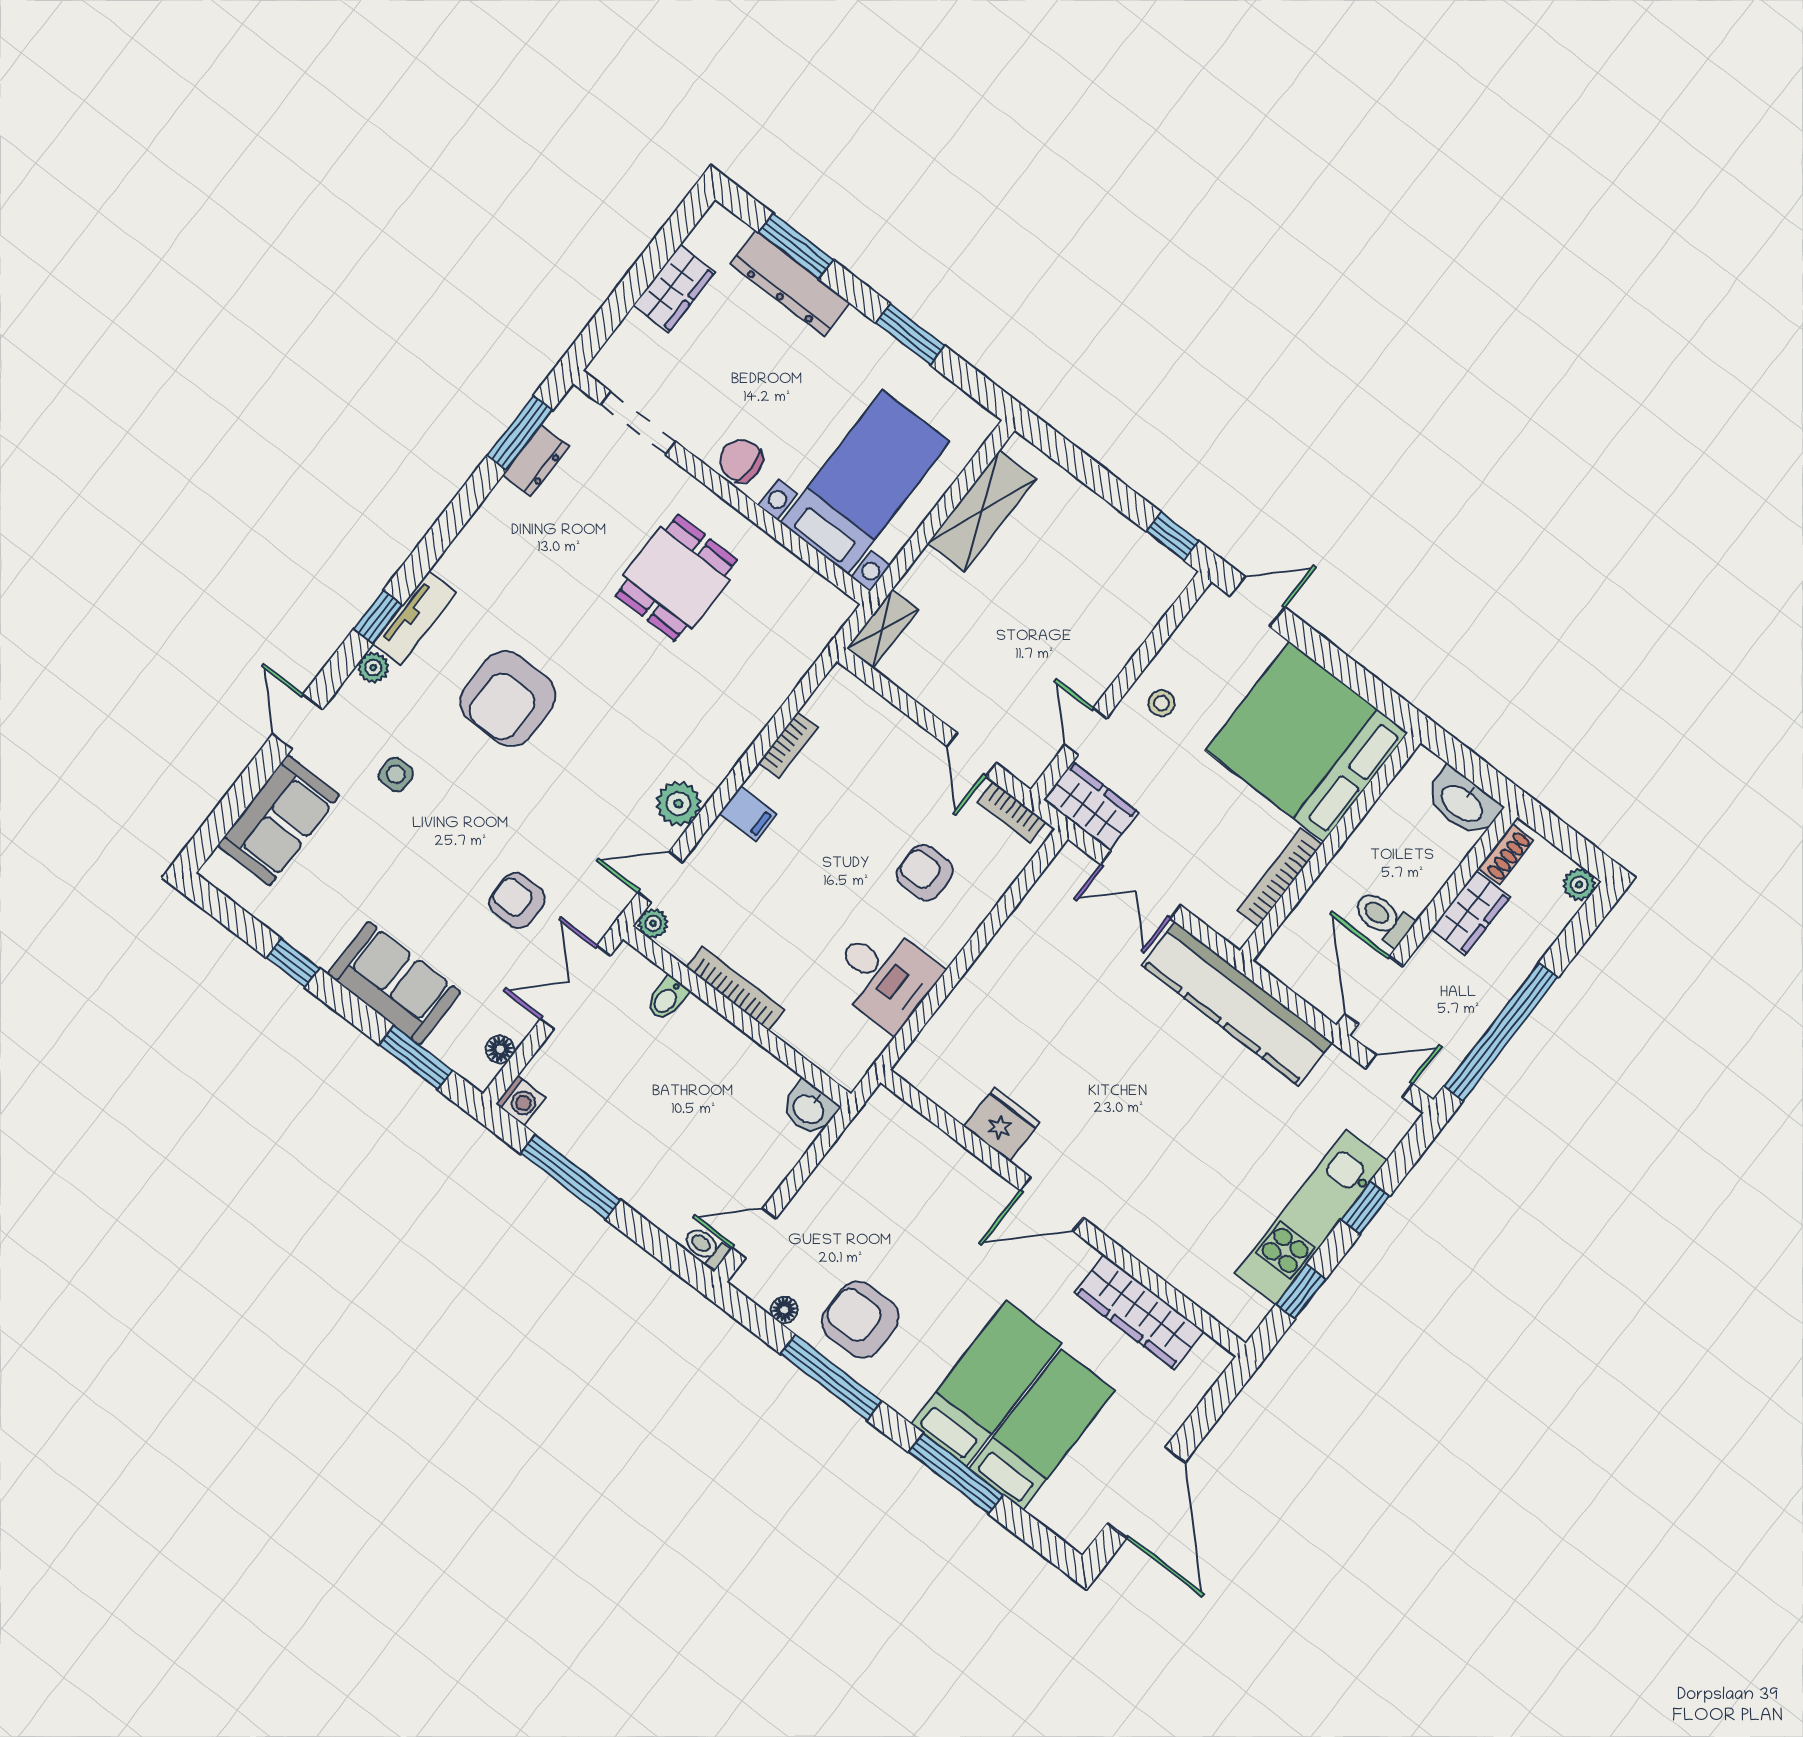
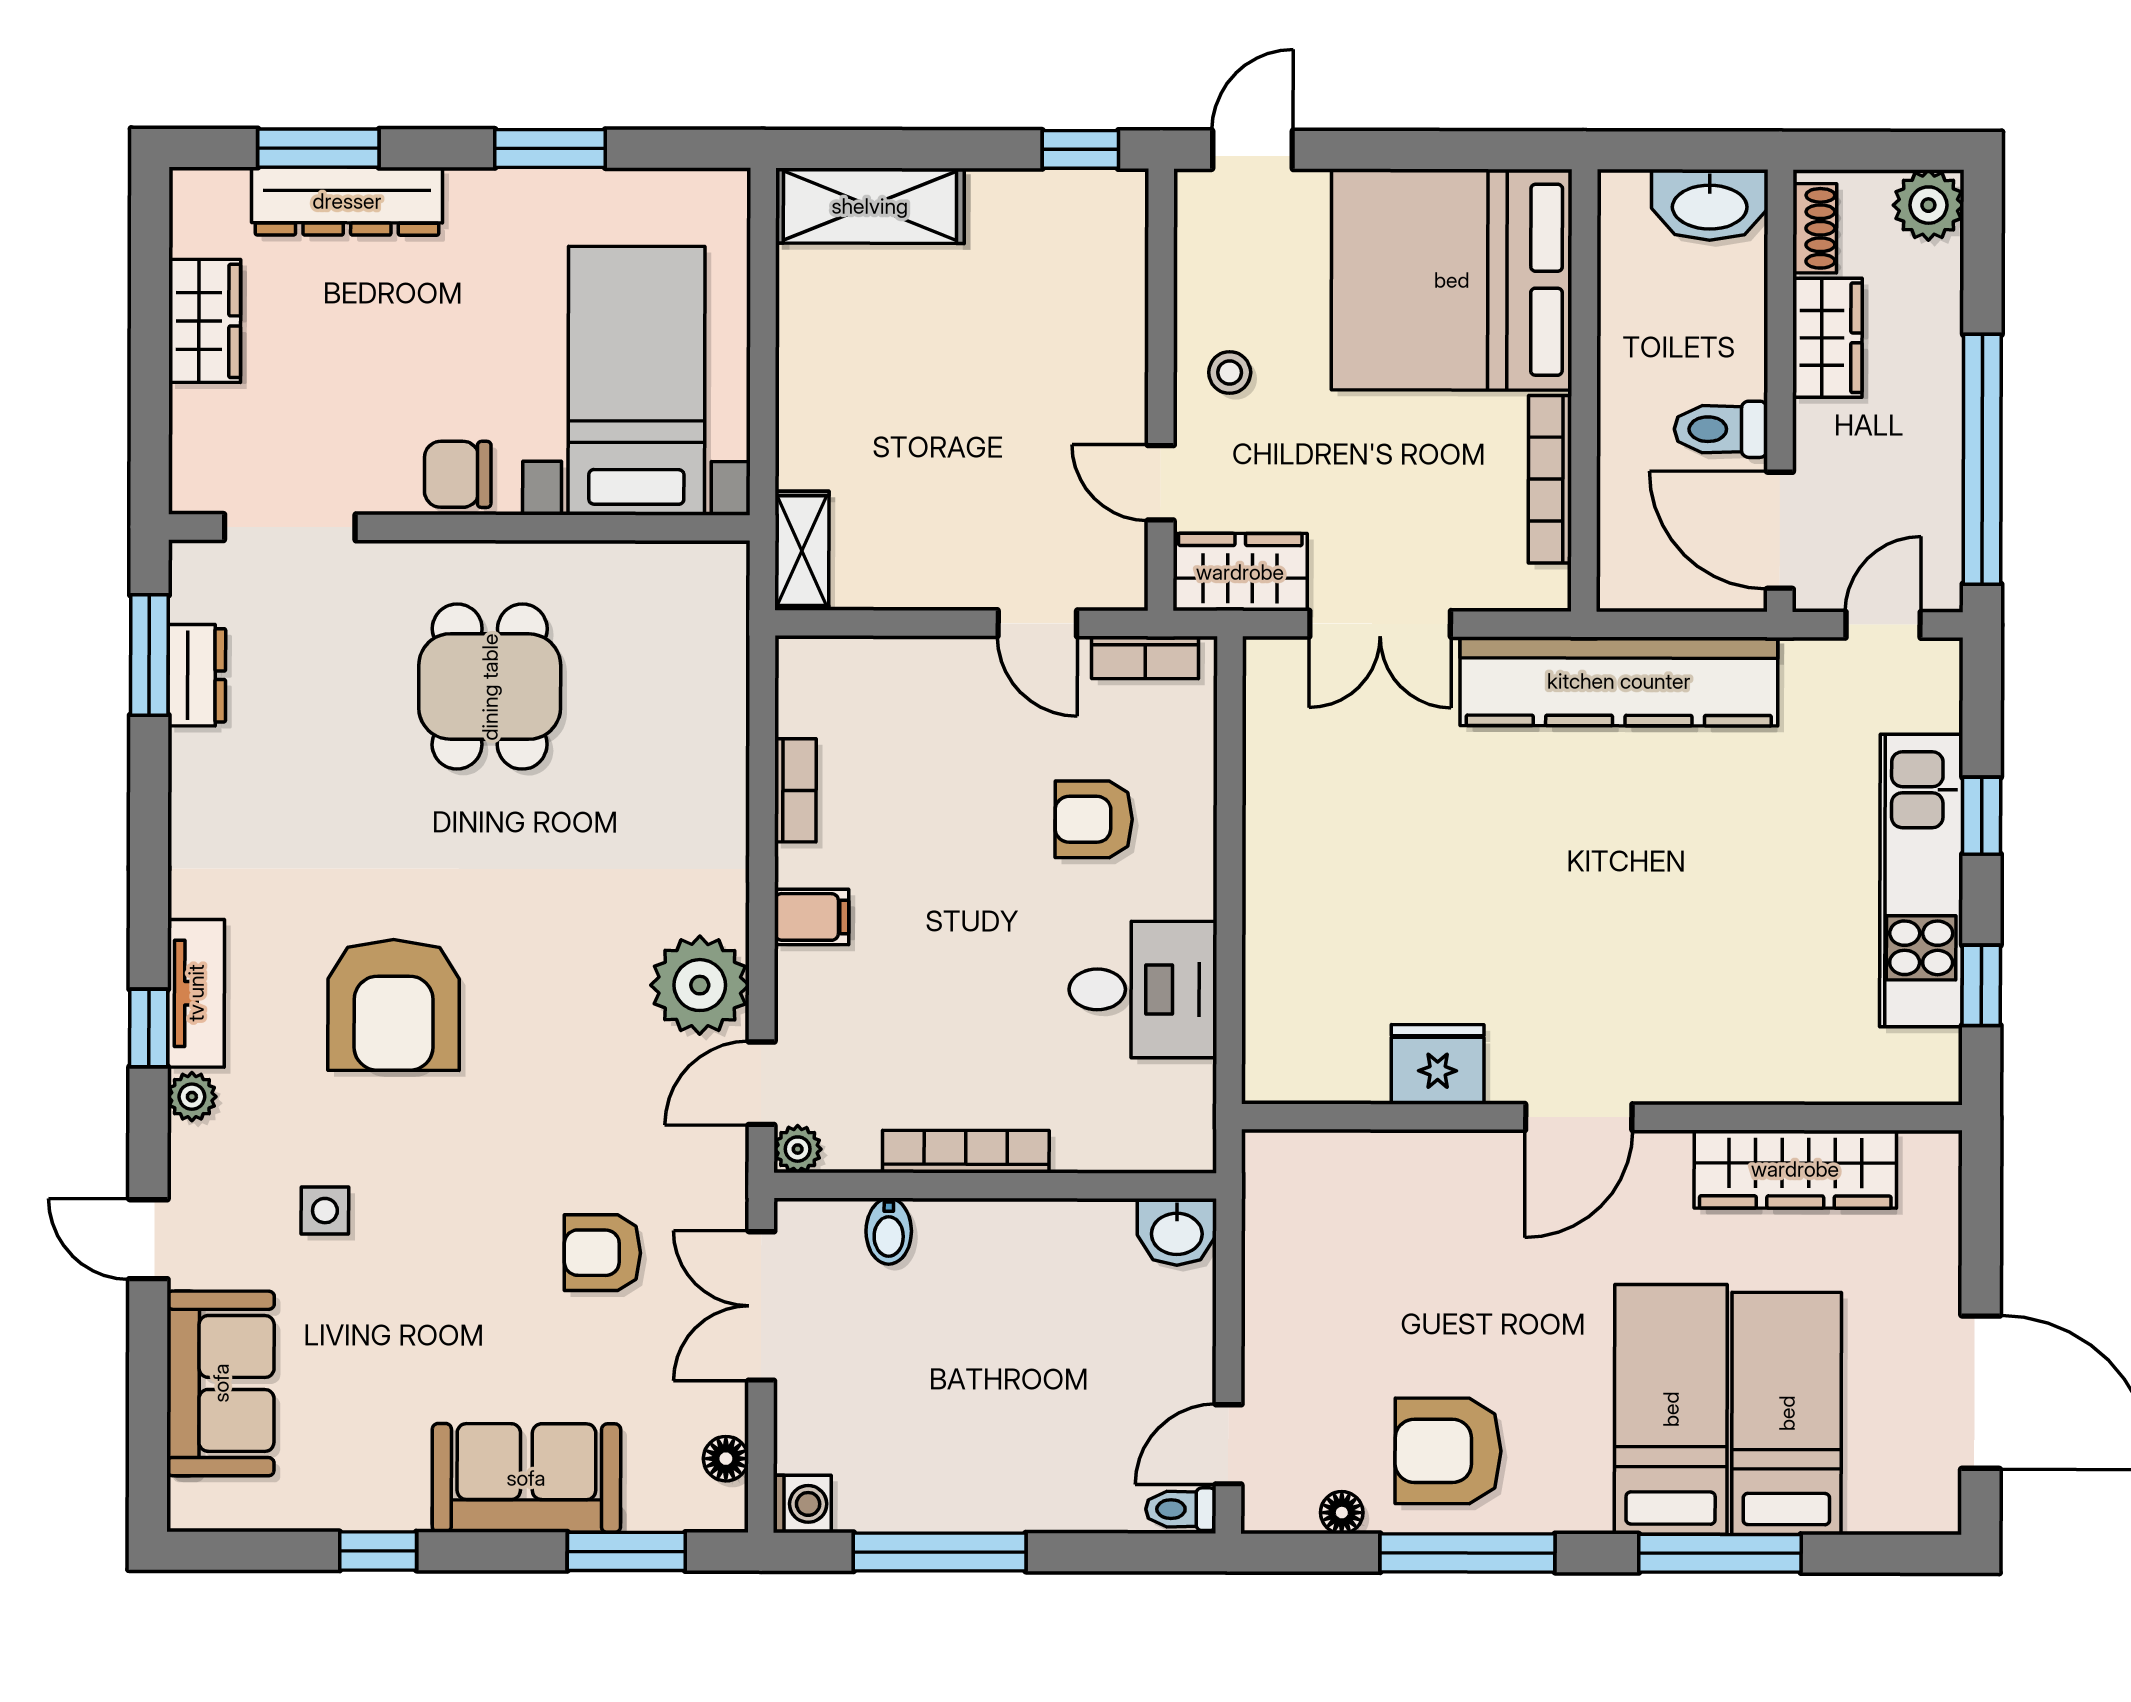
shelving: (982, 511) -> (870, 206), moved, turned 90
plant: (678, 804) -> (700, 985), width x1.36, depth x1.36
plant: (1579, 885) -> (1928, 205), width x1.38, depth x1.38

